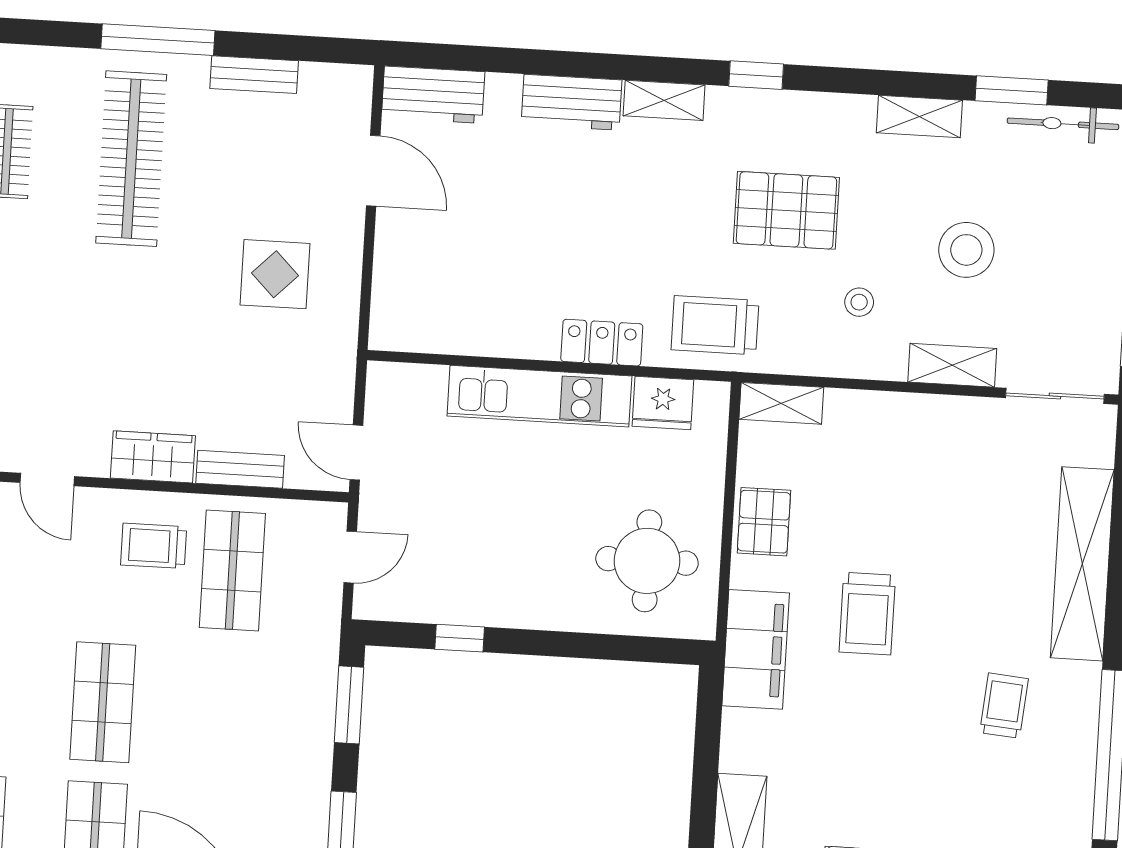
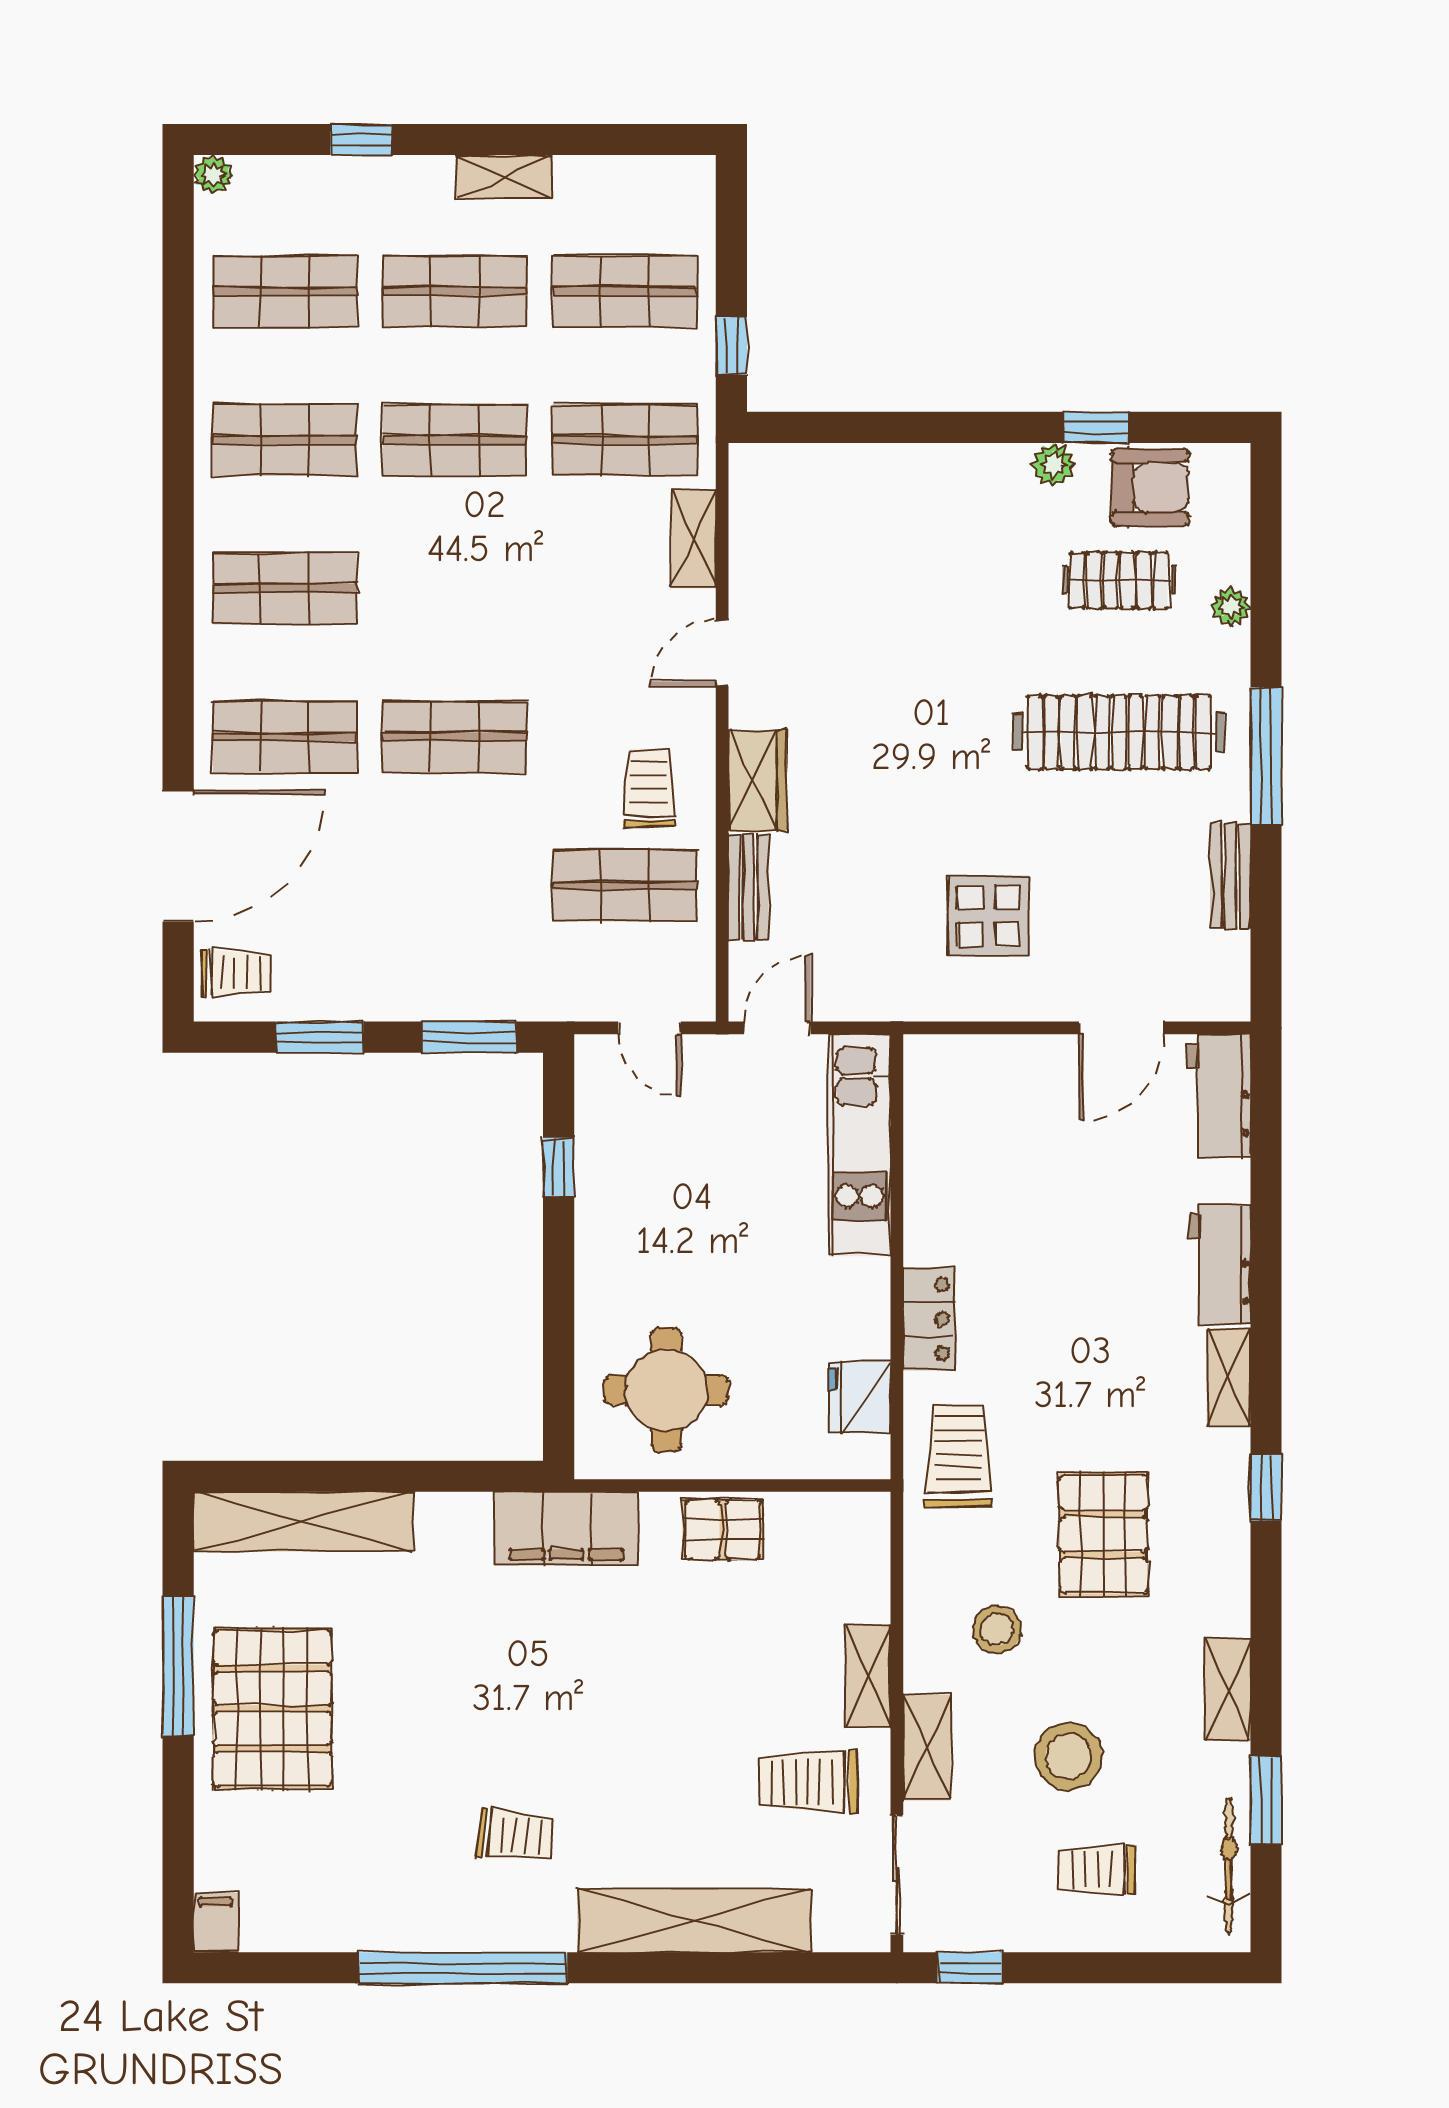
plant: (34, 61) -> (1231, 607), added
trolley: (1060, 232) -> (1097, 1870), added
stool: (859, 302) -> (997, 1630), width x1.37, depth x1.37
kitchen unit: (539, 396) -> (859, 1145), moved
shelving: (781, 403) -> (868, 1676), moved
trolley: (867, 614) -> (808, 1782), moved

